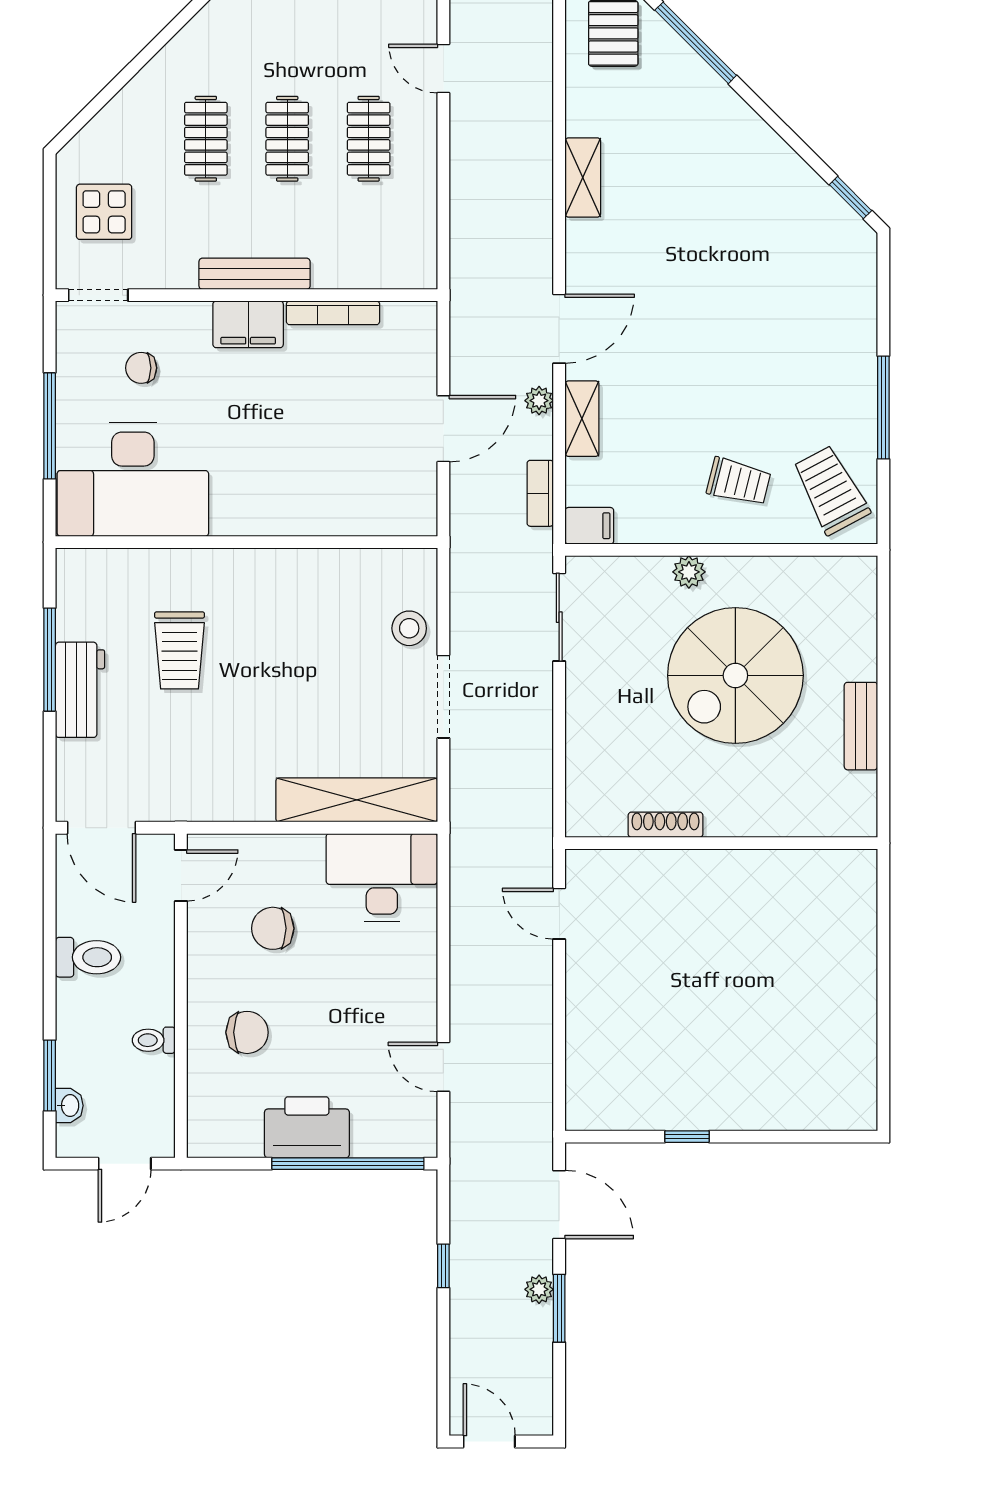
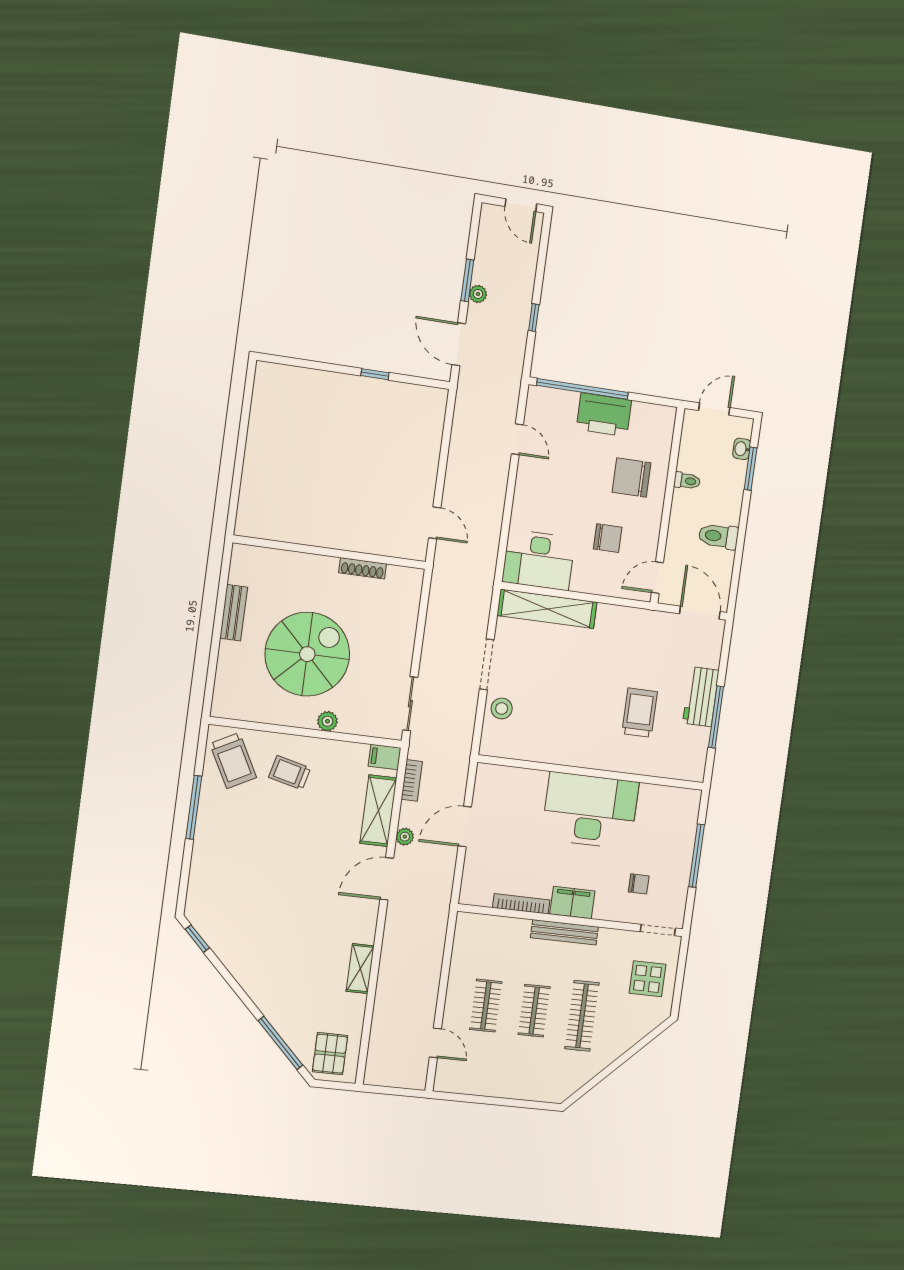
clothes rail: (206, 139) -> (582, 1016), width x1.36
shelving: (582, 419) -> (378, 811), width x1.50, depth x1.33
desk: (133, 480) -> (590, 810), moved
chair: (247, 1032) -> (631, 477), width x1.37, depth x1.37

